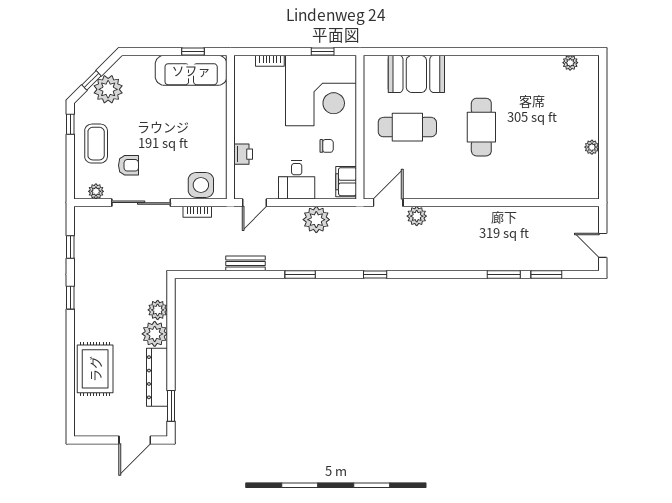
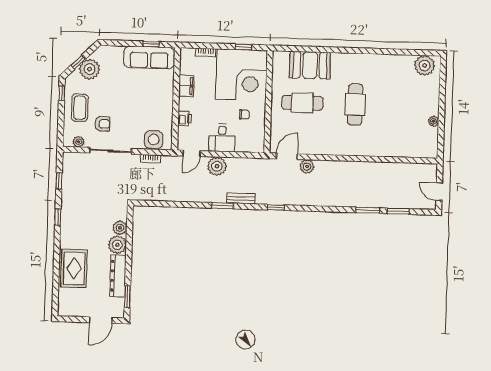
plant: (570, 63) -> (425, 65), width x1.88, depth x1.88
filing cabinet: (346, 182) -> (186, 86), moved, turned 180
plant: (316, 220) -> (217, 166), moved
bench: (246, 263) -> (241, 198), moved

